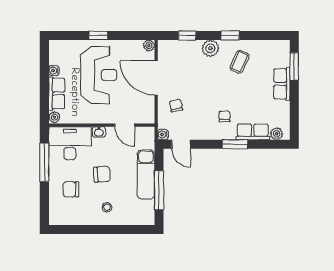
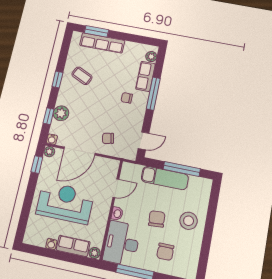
window: (98, 35) -> (37, 165), moved
plant: (210, 48) -> (61, 113), moved
row of seats: (282, 84) -> (102, 43), width x1.48
water cooler: (163, 135) -> (52, 139), moved
window: (235, 144) -> (153, 94), width x1.44
stool: (107, 207) -> (189, 221), width x1.89, depth x1.89

